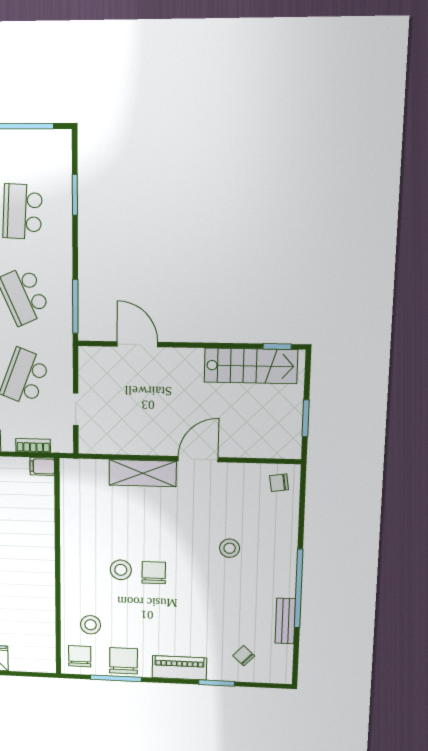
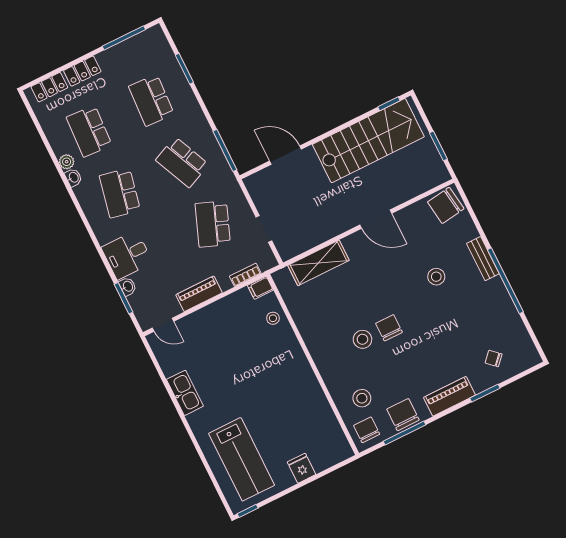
stairs: (251, 366) -> (368, 141), width x1.36, depth x1.51
door: (198, 459) -> (376, 219), swing flipped
shelving: (143, 473) -> (318, 263), moved
chair: (279, 483) -> (446, 205), width x1.87, depth x1.87
stool: (40, 503) -> (273, 318), added
bench: (285, 621) -> (483, 259), moved

